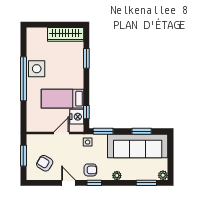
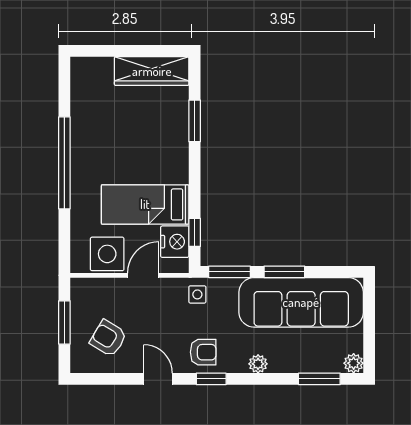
side table: (37, 69) -> (107, 254), moved
window: (142, 131) -> (284, 272), moved

